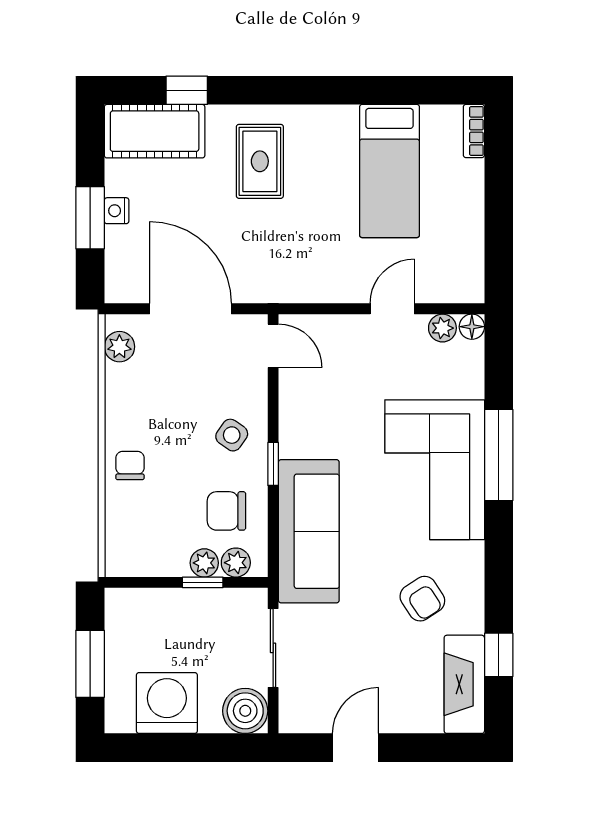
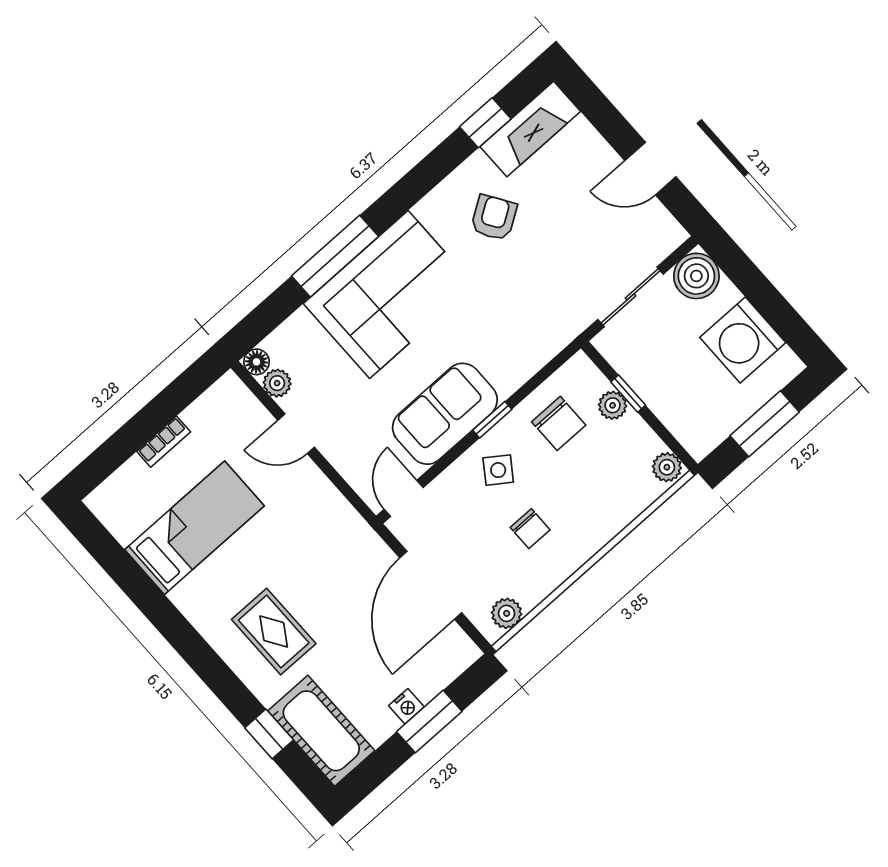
bookcase: (474, 131) -> (164, 442), moved
rug: (260, 161) -> (274, 632), turned 90
chair: (130, 465) -> (530, 529), moved, turned -90
sofa: (309, 531) -> (445, 414), moved, width x0.73
plant: (236, 563) -> (667, 467), moved

